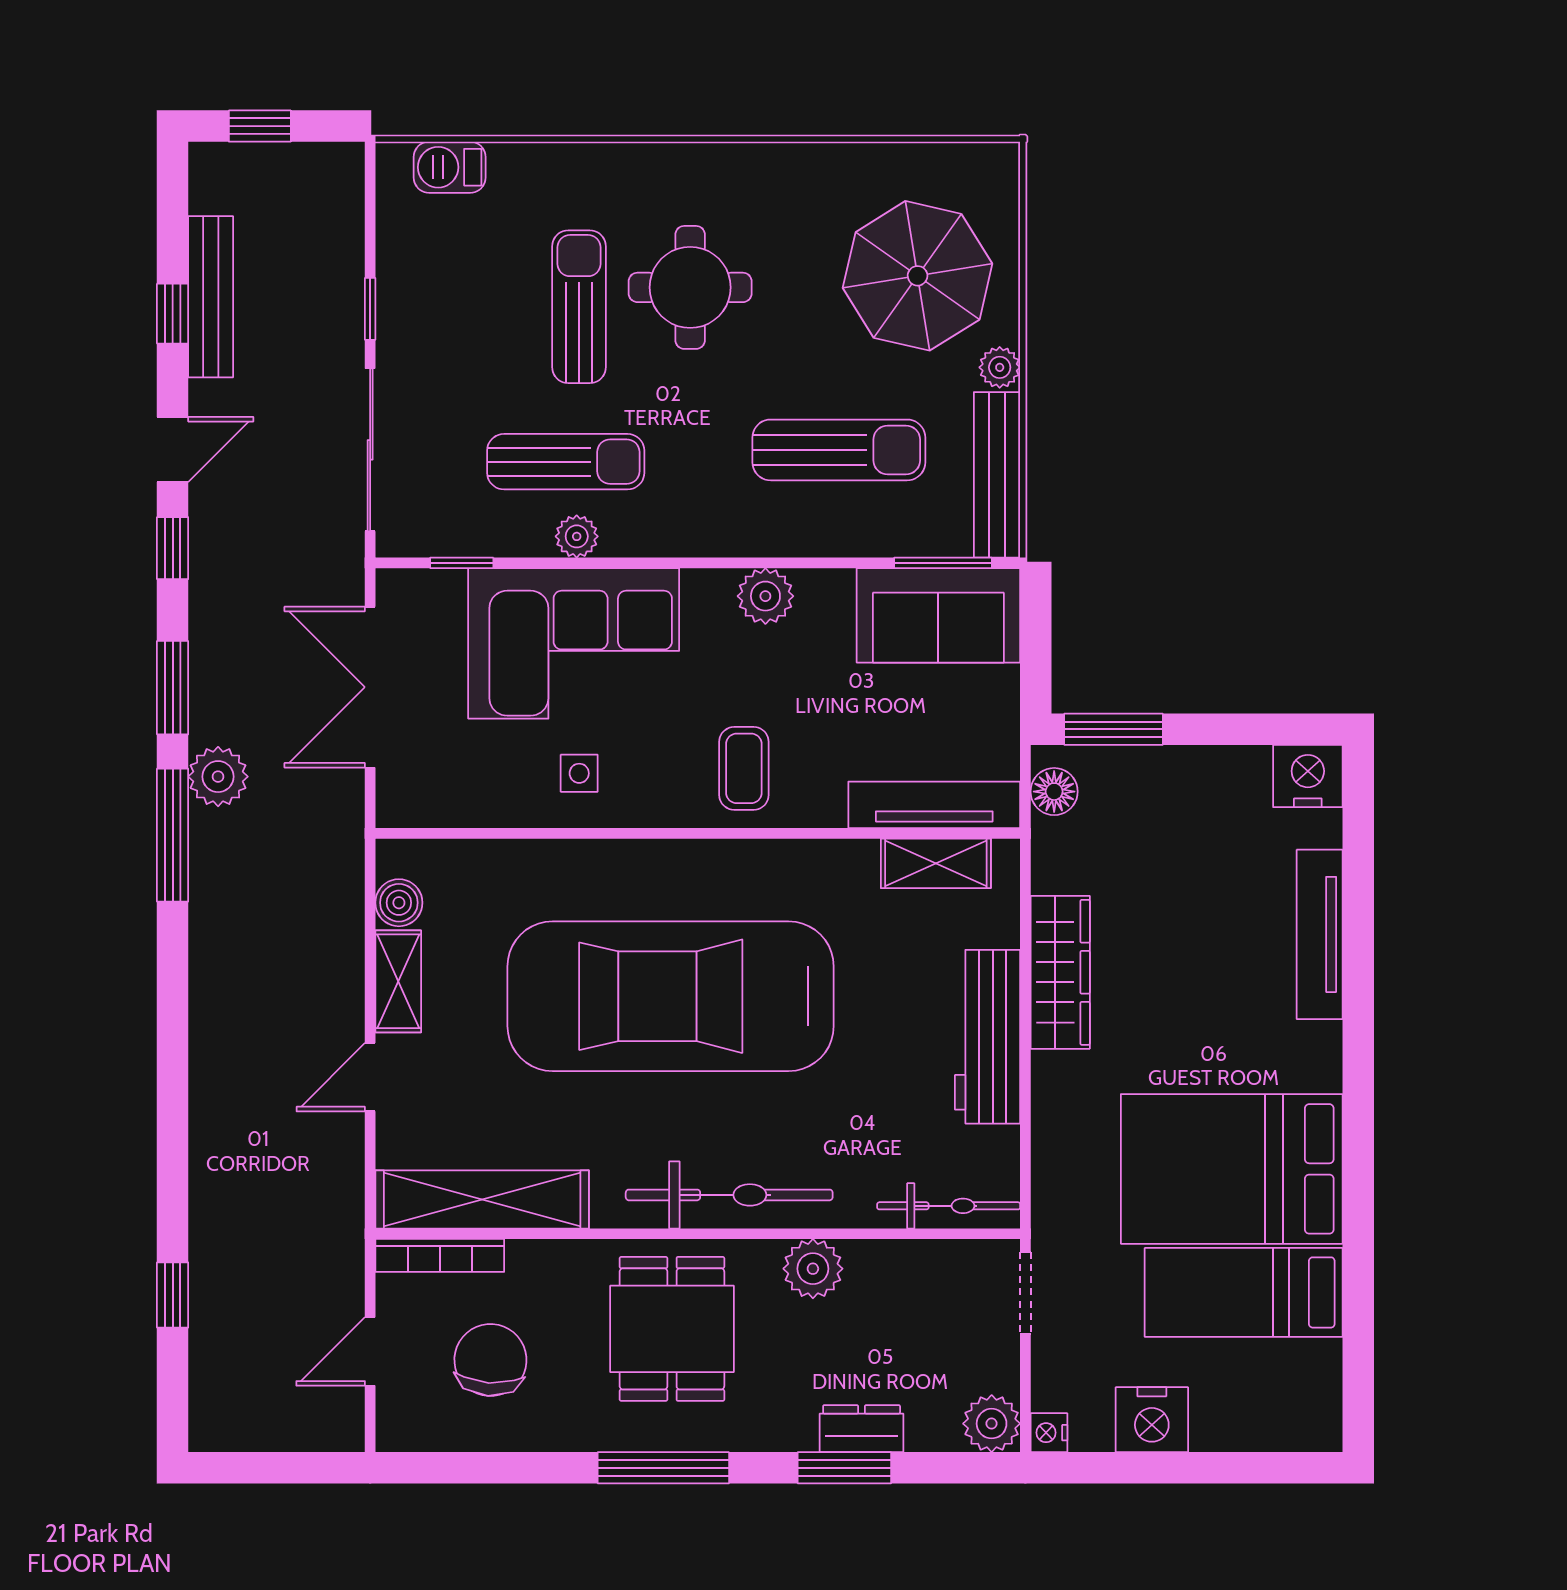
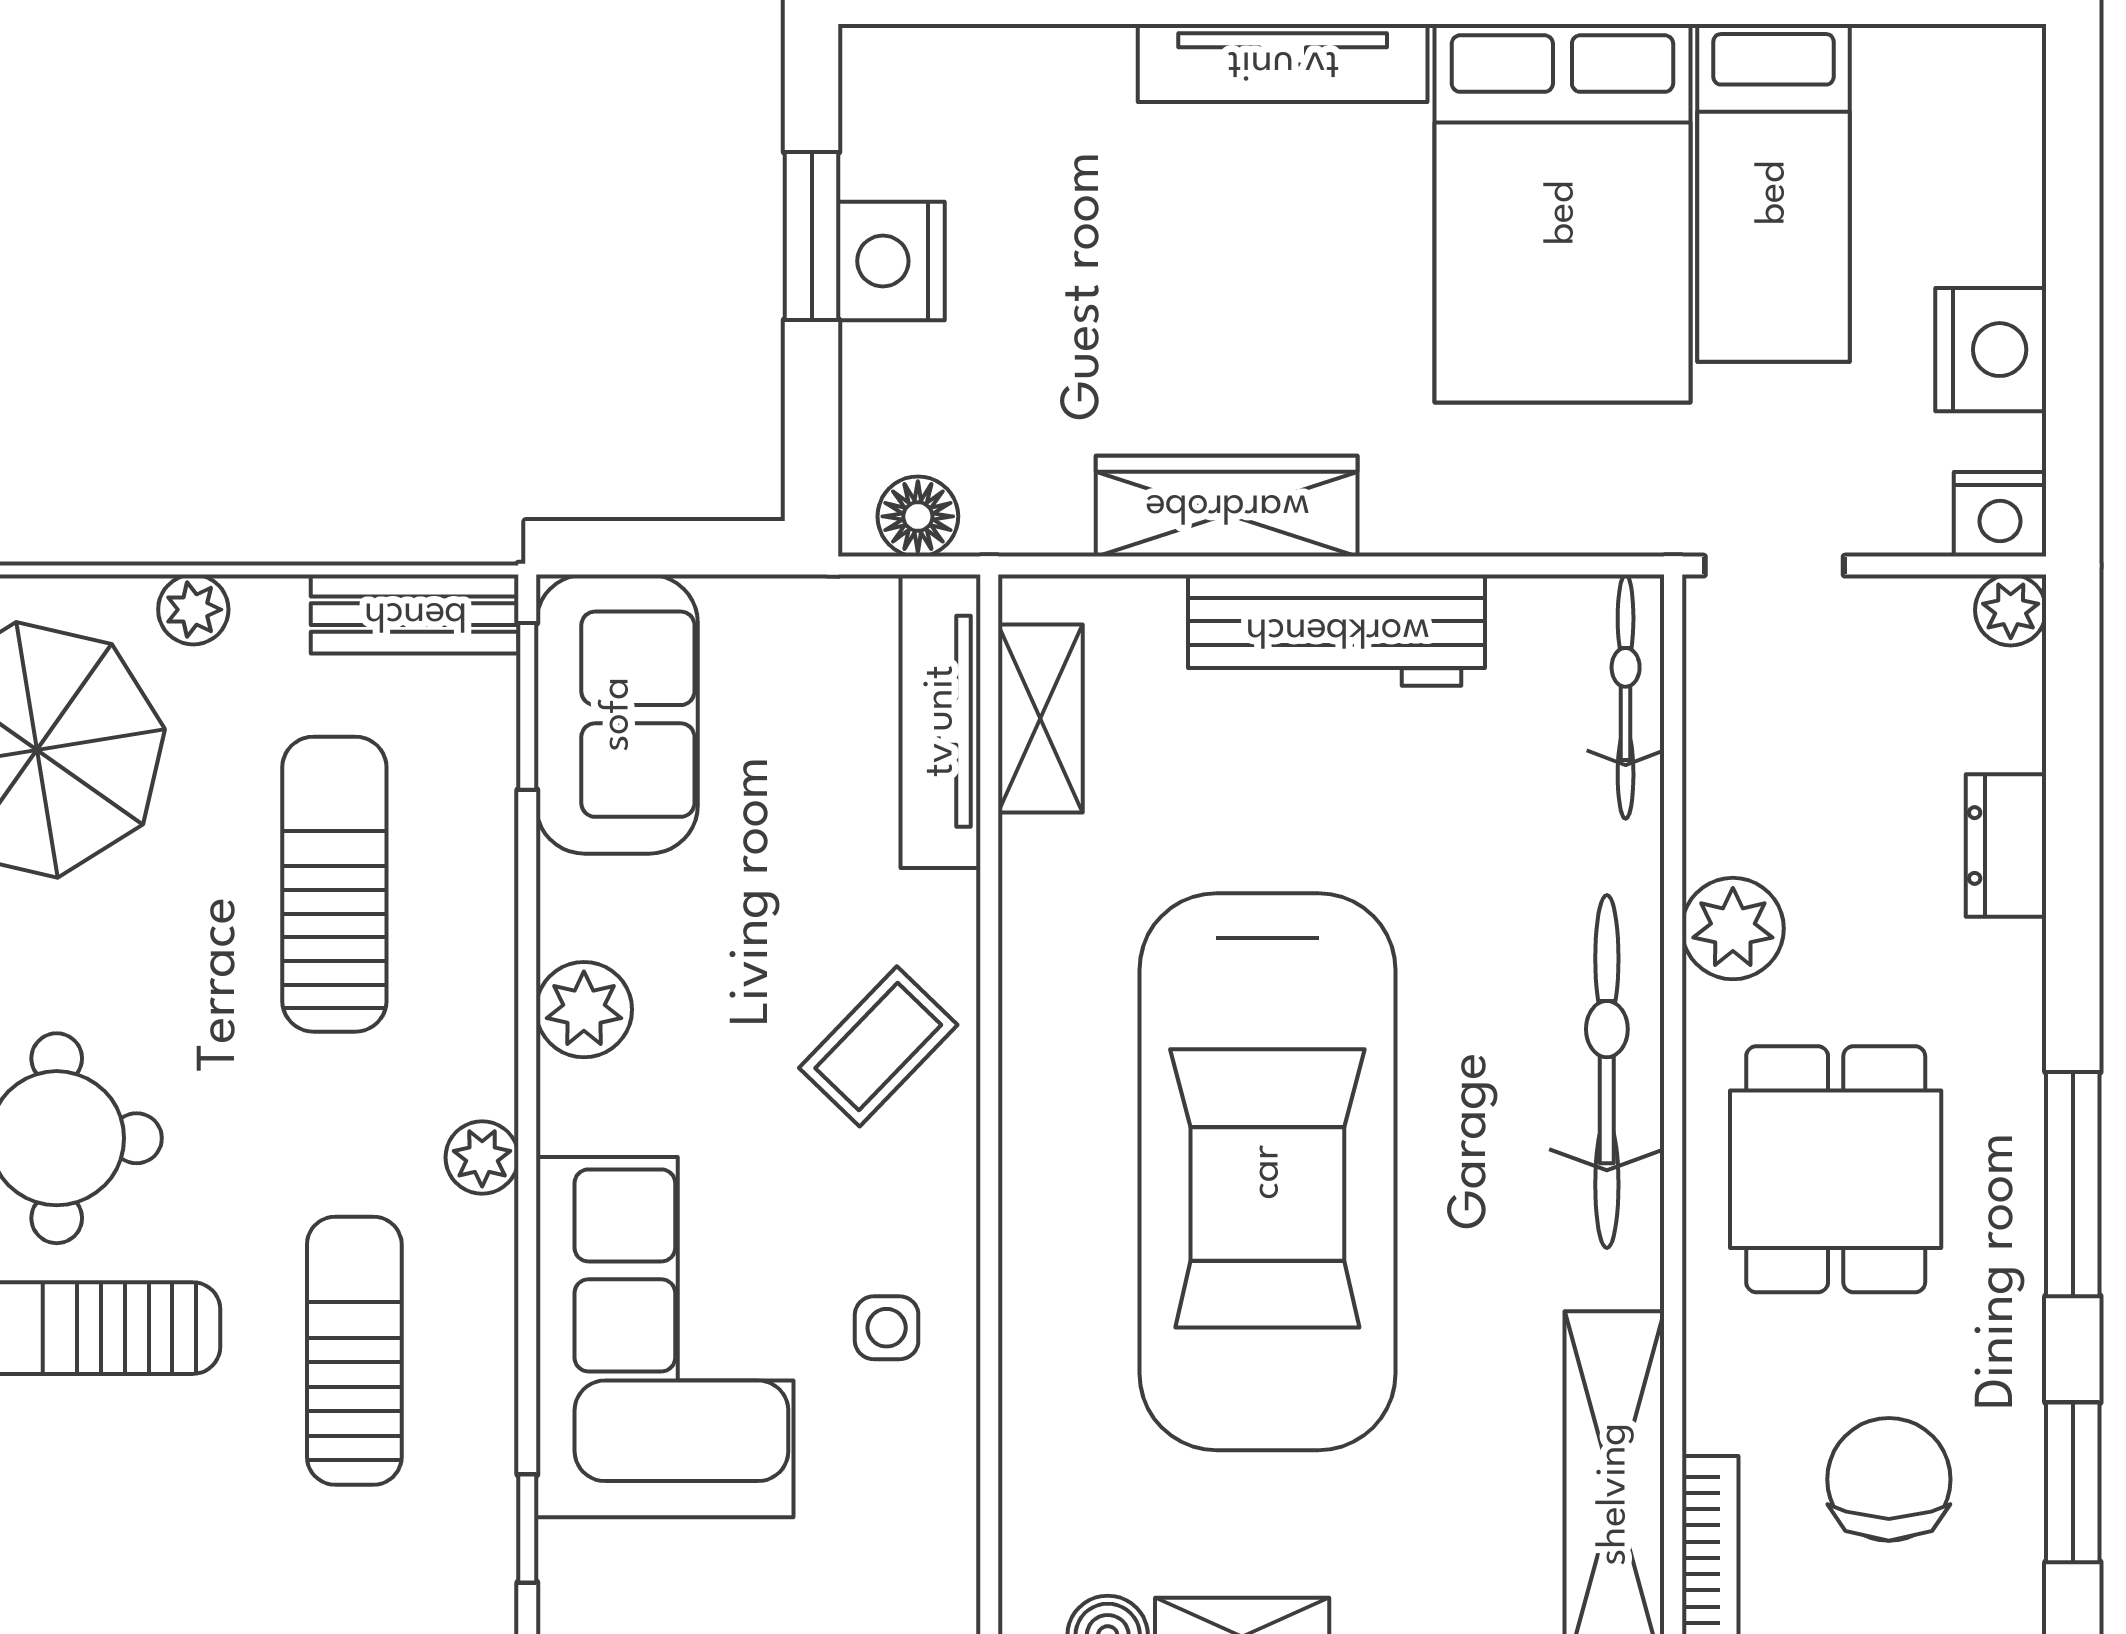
bench: (997, 475) -> (415, 614), width x0.73
plant: (577, 536) -> (482, 1157), moved
window: (1113, 729) -> (812, 236), moved
coffee table: (744, 768) -> (878, 1046), turned -46
nightstand: (1308, 776) -> (891, 261), moved
tv unit: (1320, 934) -> (1283, 63), moved
dining table: (672, 1329) -> (1836, 1169), turned 90
chair: (490, 1360) -> (1889, 1479), turned 86
plant: (992, 1424) -> (2011, 610), width x0.73, depth x0.73
nightstand: (1049, 1433) -> (2000, 514), width x1.39, depth x1.35
window: (844, 1468) -> (2073, 1482), moved

